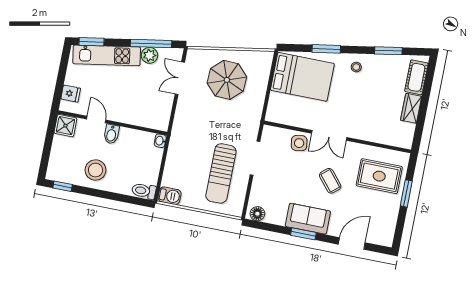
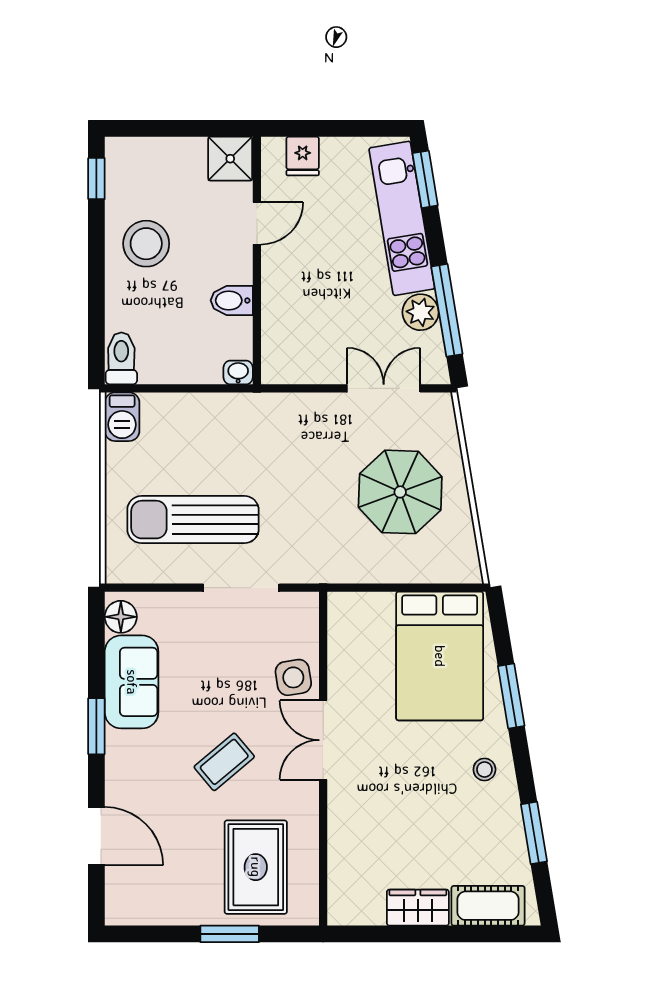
bidet: (111, 134) -> (232, 300), moved
sofa: (308, 219) -> (132, 682), moved

